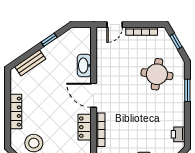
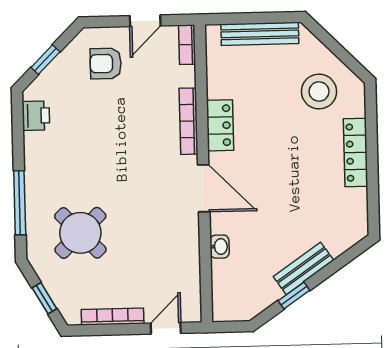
bench: (30, 63) -> (303, 268), moved
washbasin: (84, 66) -> (220, 247), width x0.52, depth x0.69
round table: (157, 74) -> (80, 233), turned 38
window: (187, 90) -> (20, 203), width x1.44

